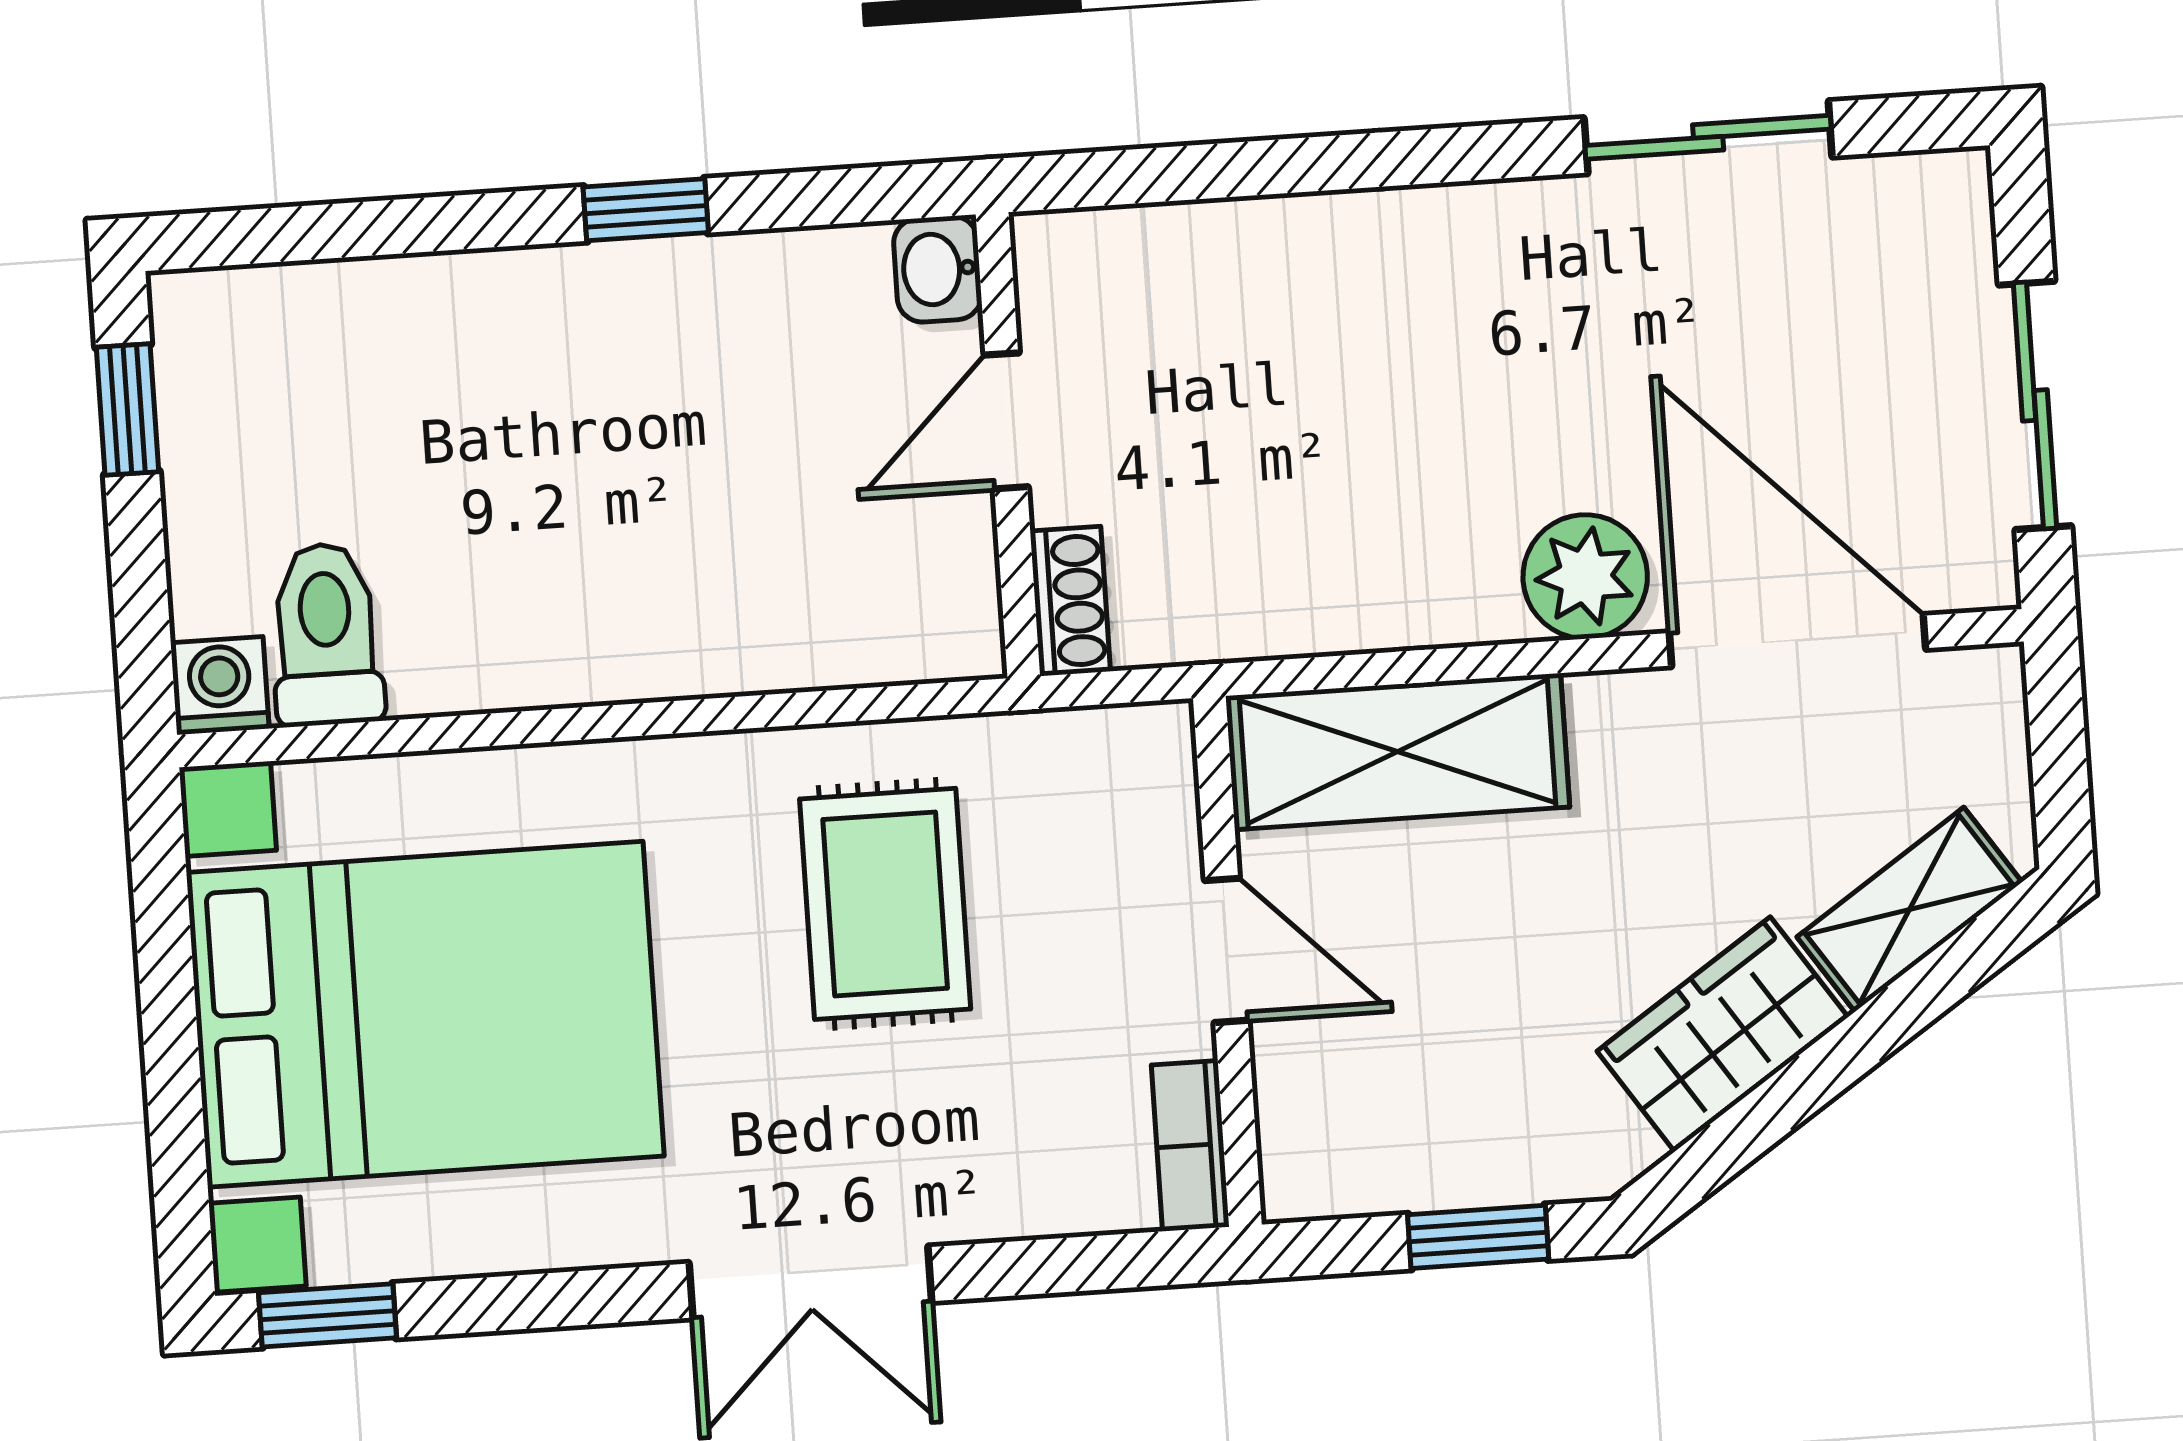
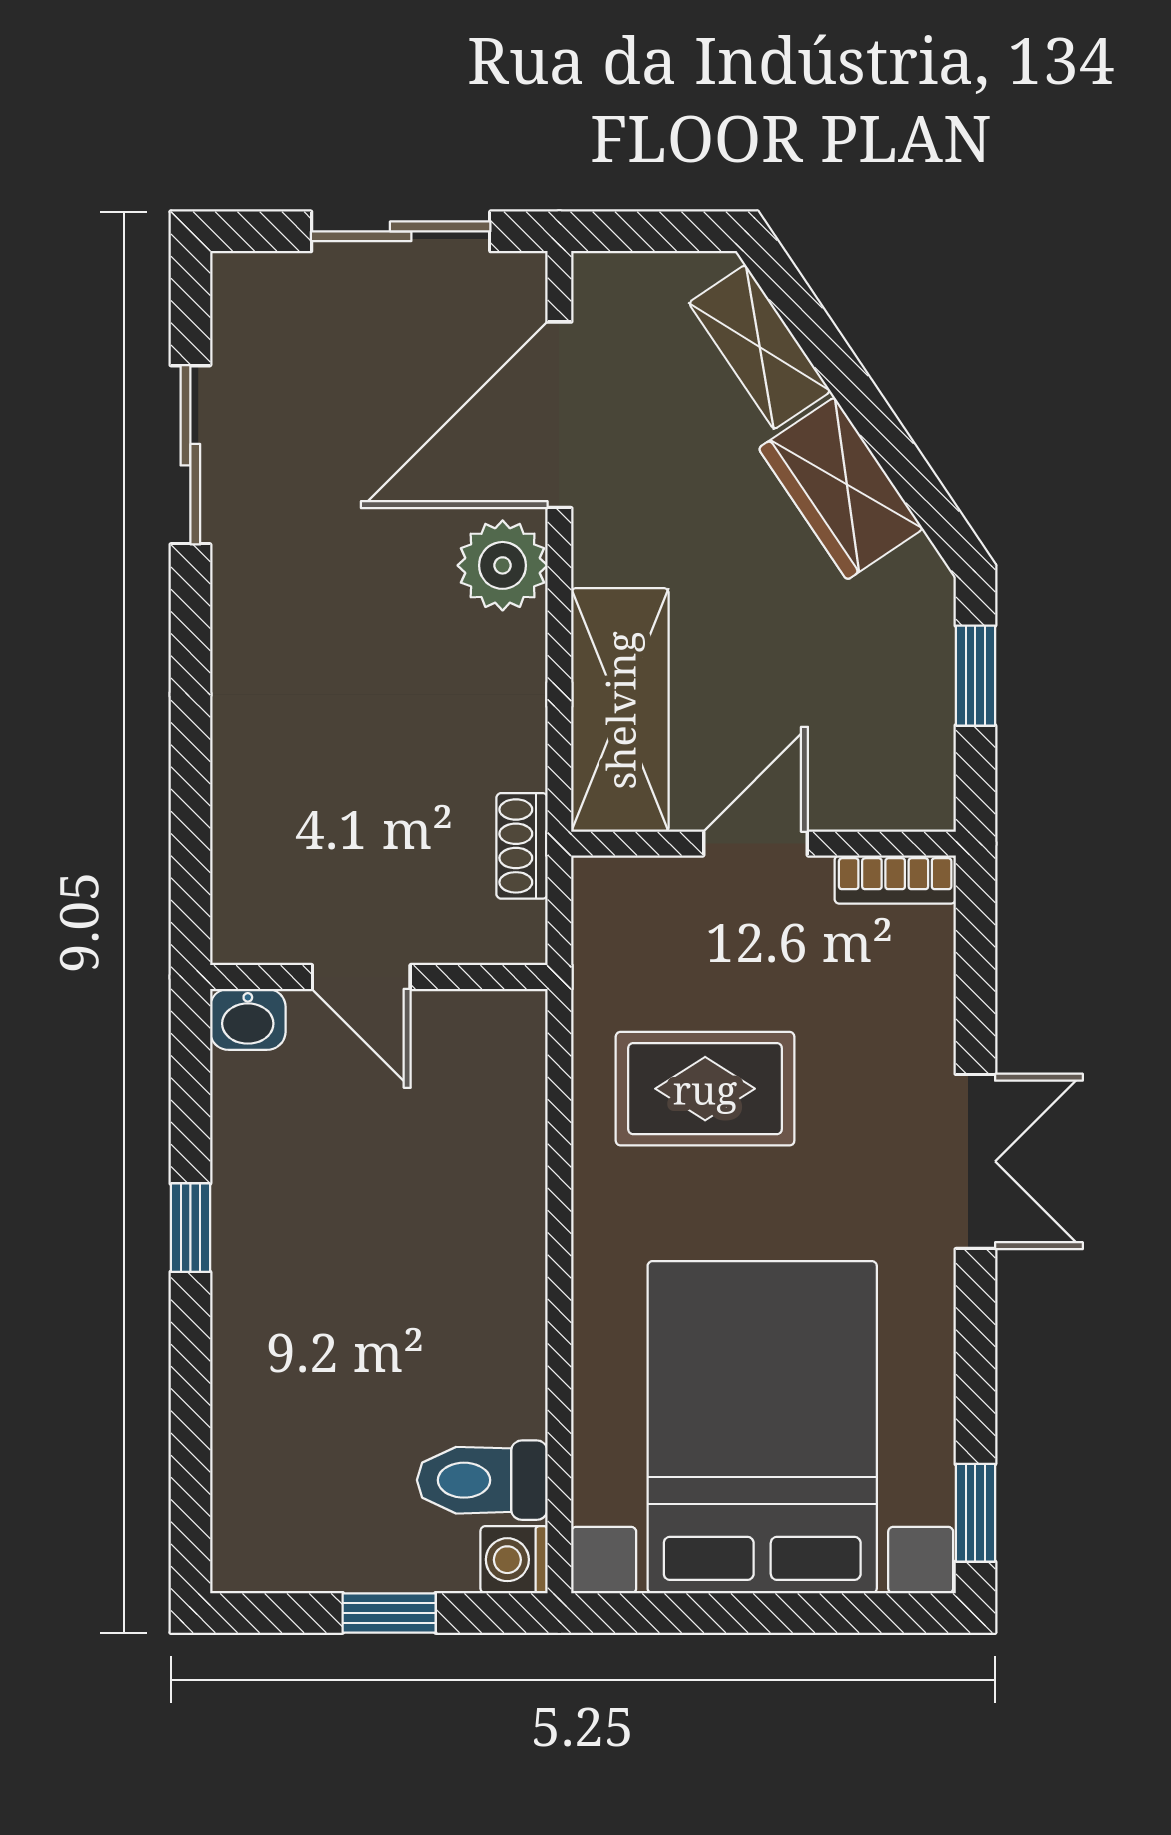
window: (128, 409) -> (389, 1613), moved
shoe rack: (1070, 601) -> (522, 846), moved, turned -90

